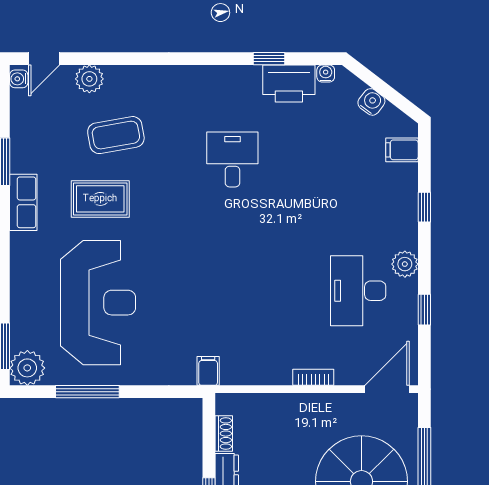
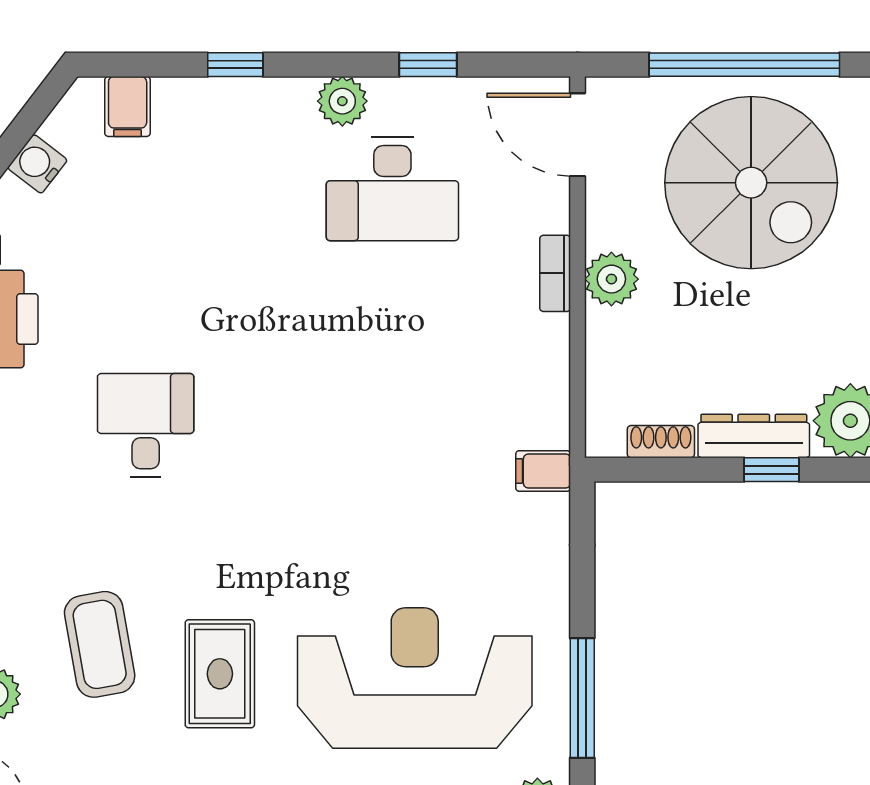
desk: (232, 159) -> (146, 425), turned 90
plant: (310, 407) -> (611, 279), added

